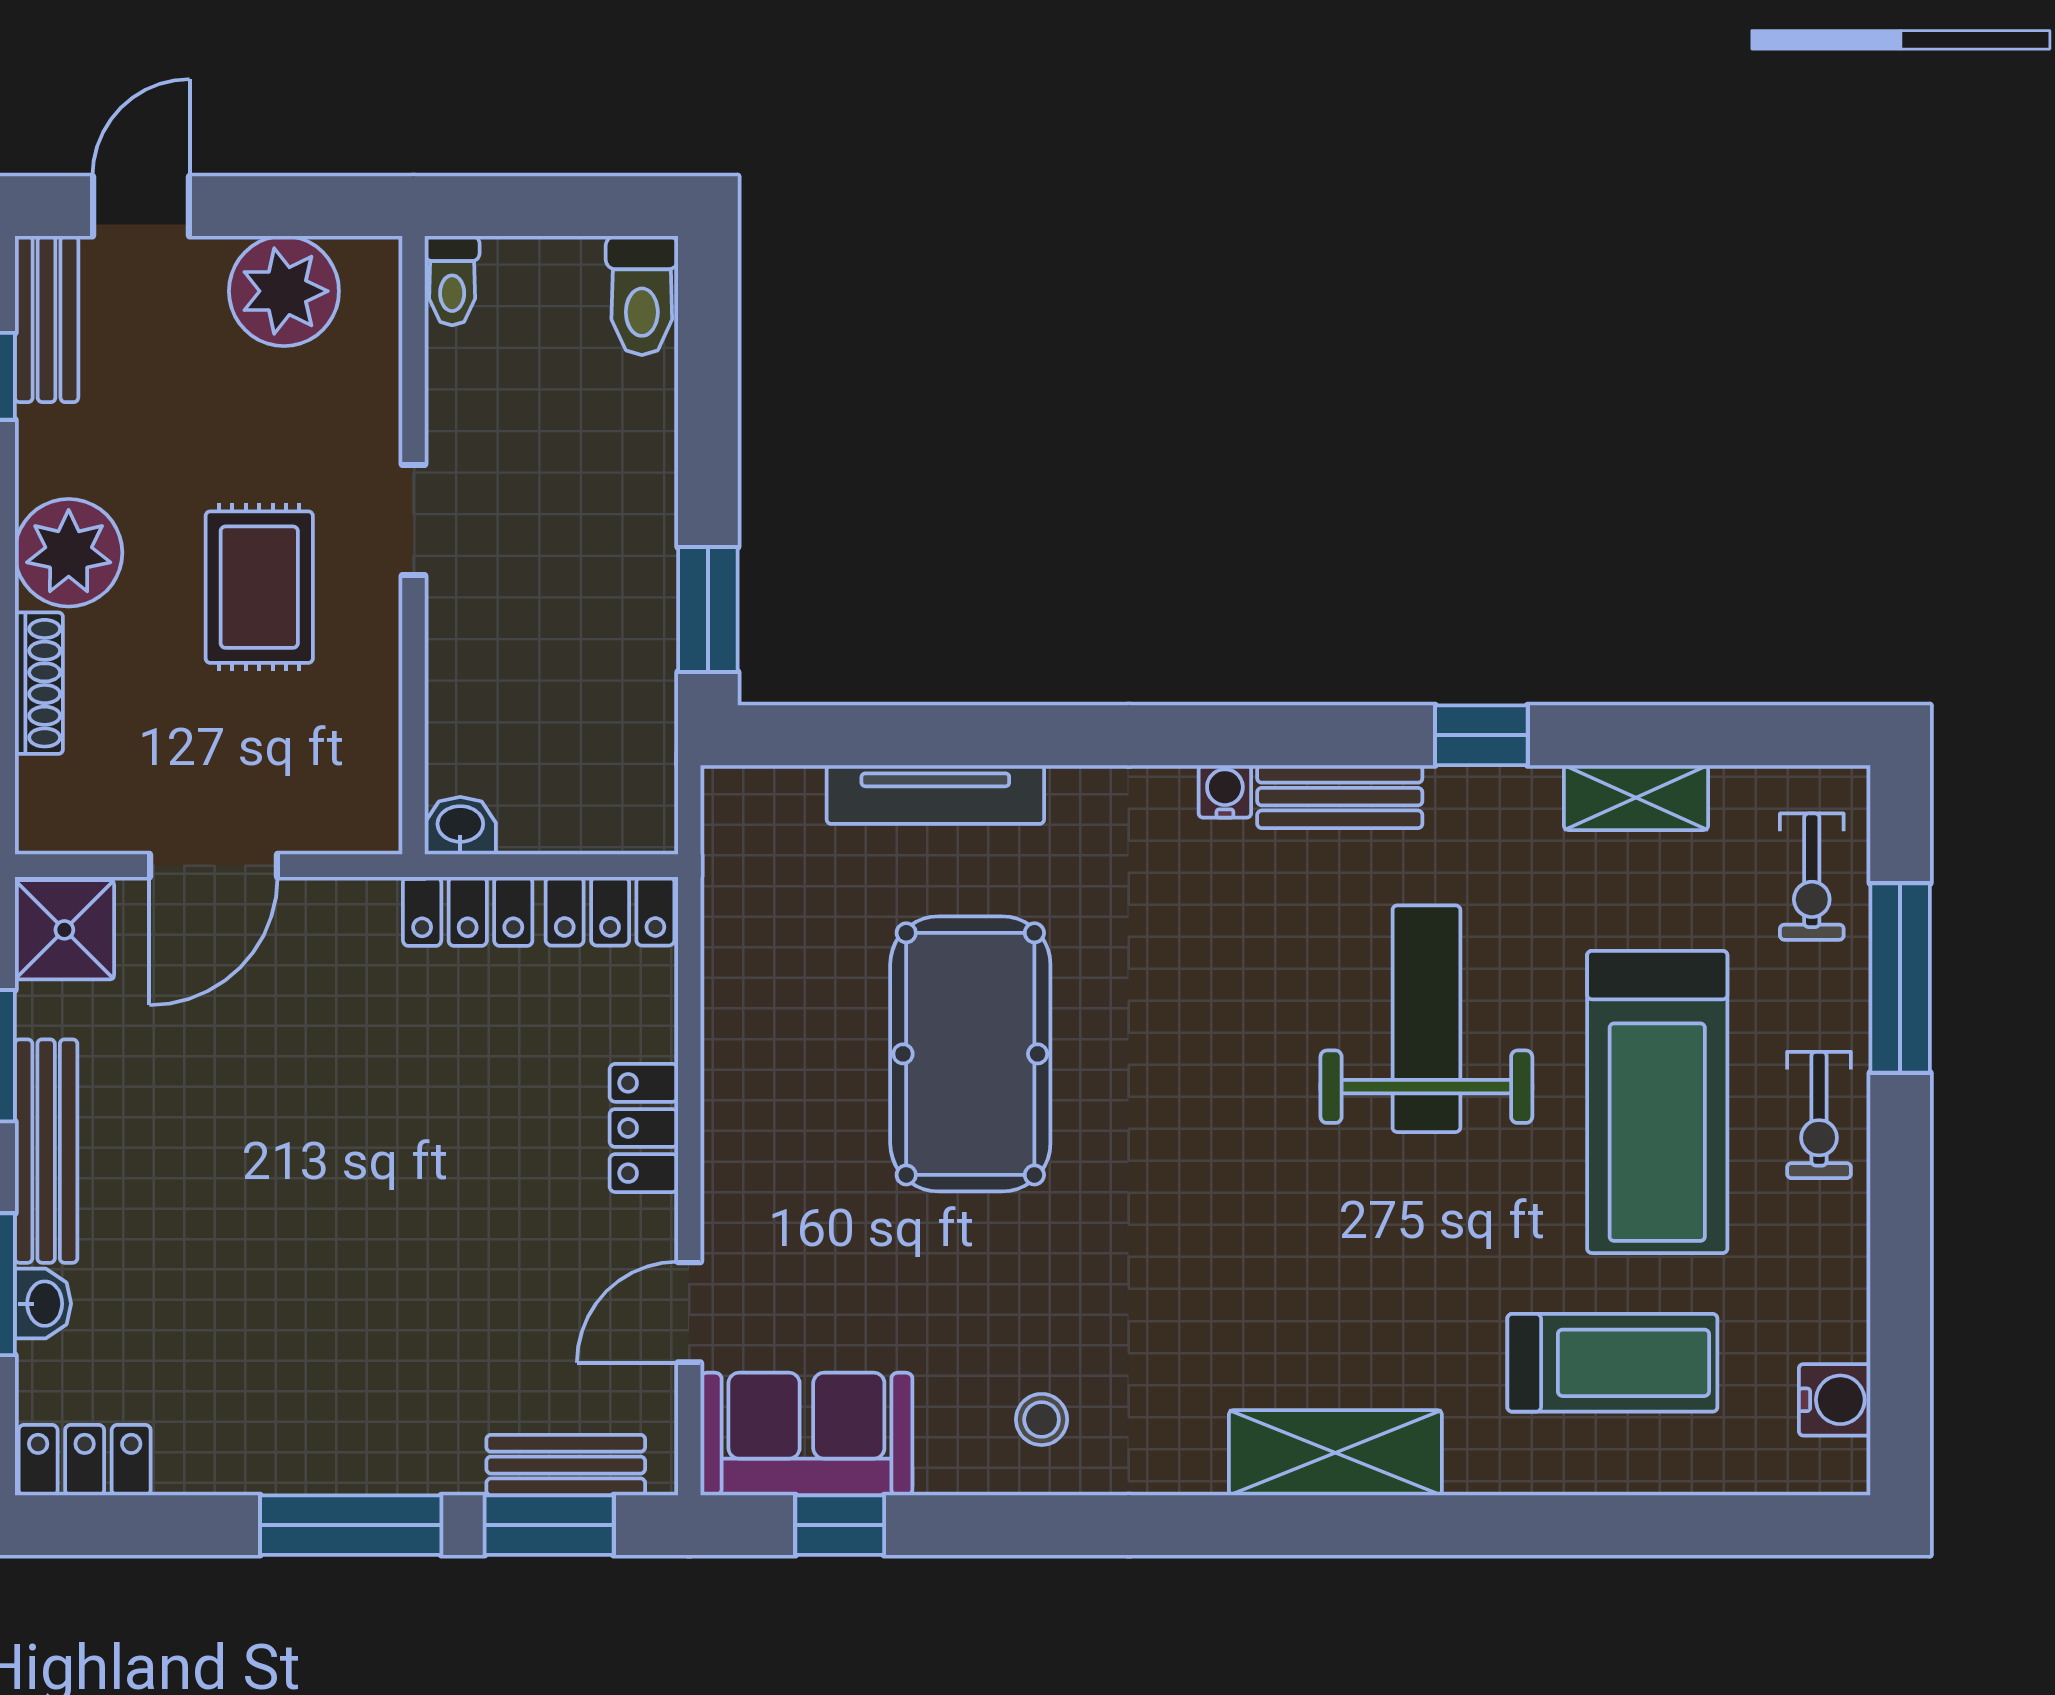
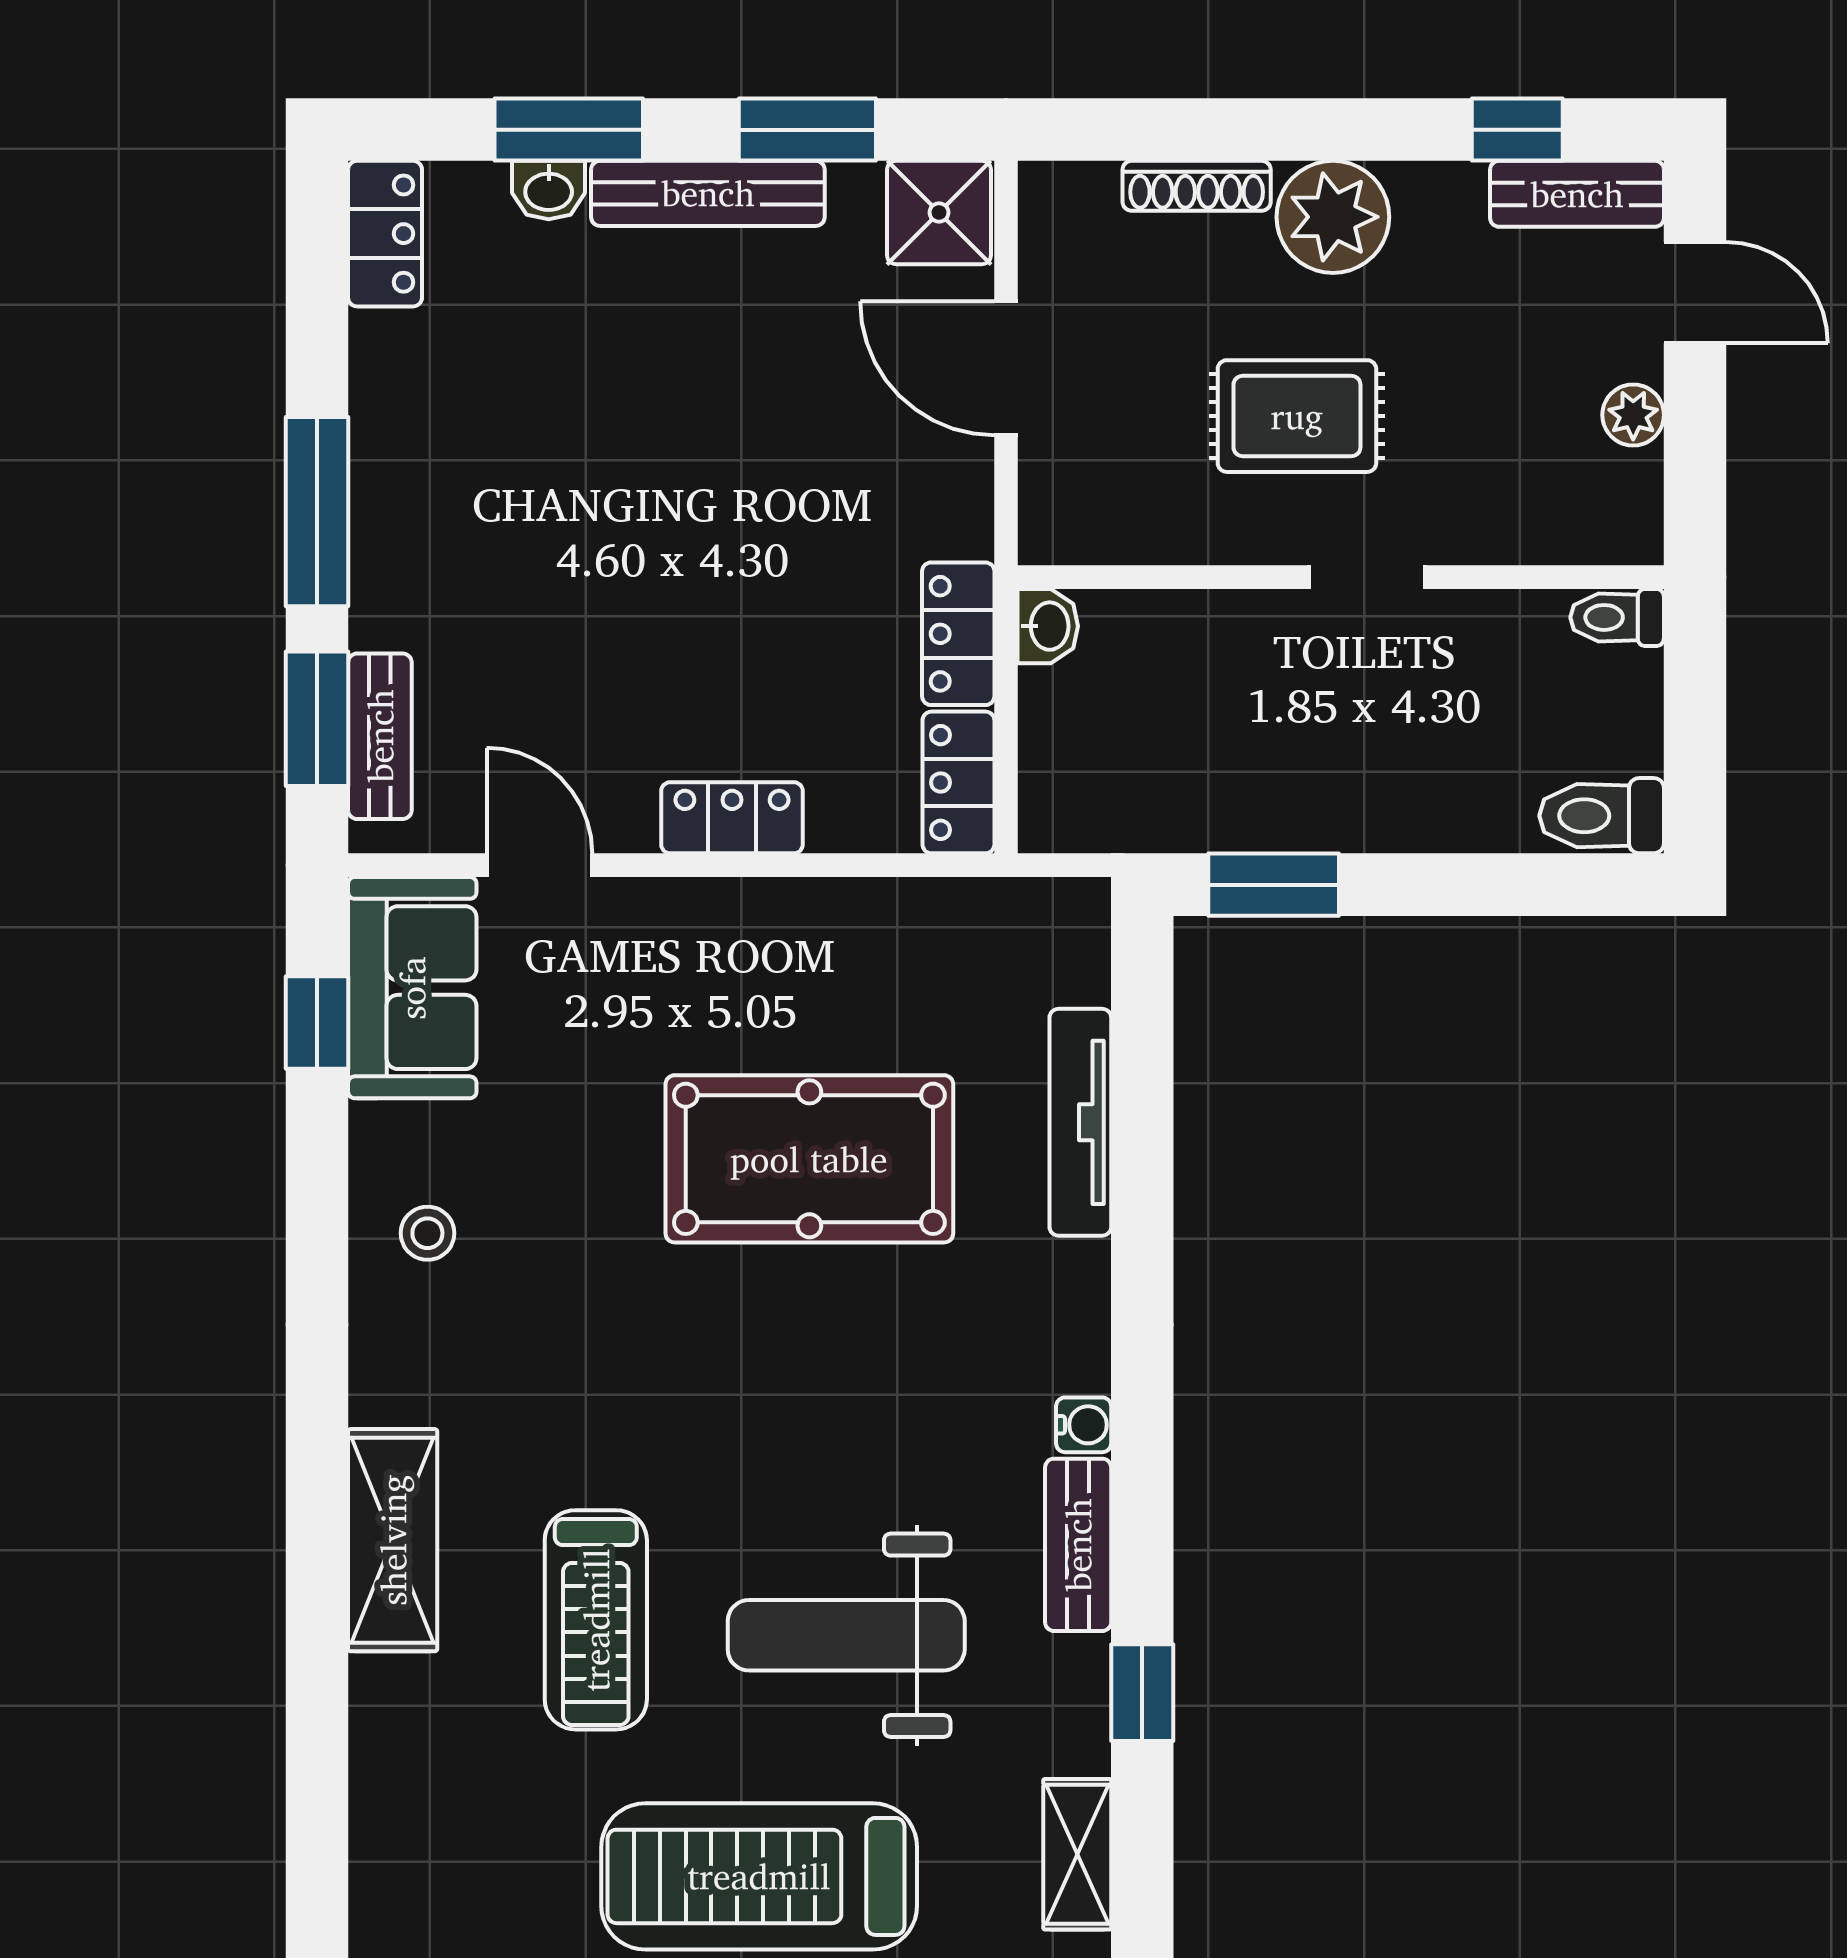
plant: (284, 291) -> (1633, 415), width x0.53, depth x0.53
weight bench: (1426, 1019) -> (846, 1635), turned 180
treadmill: (1612, 1363) -> (596, 1620), moved

